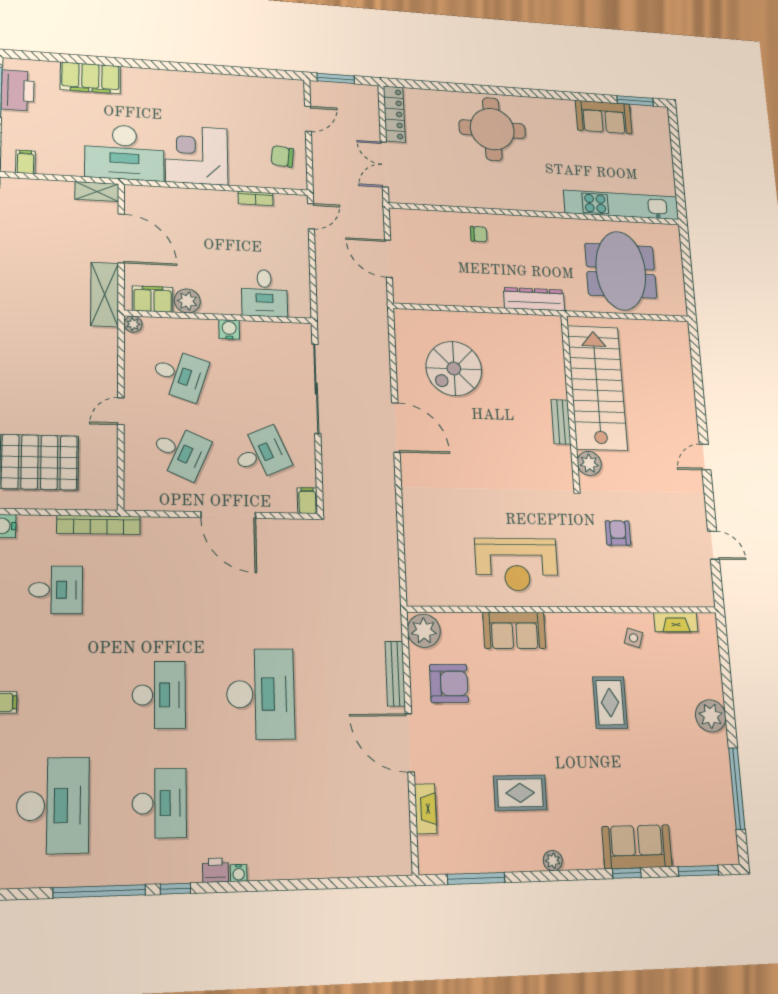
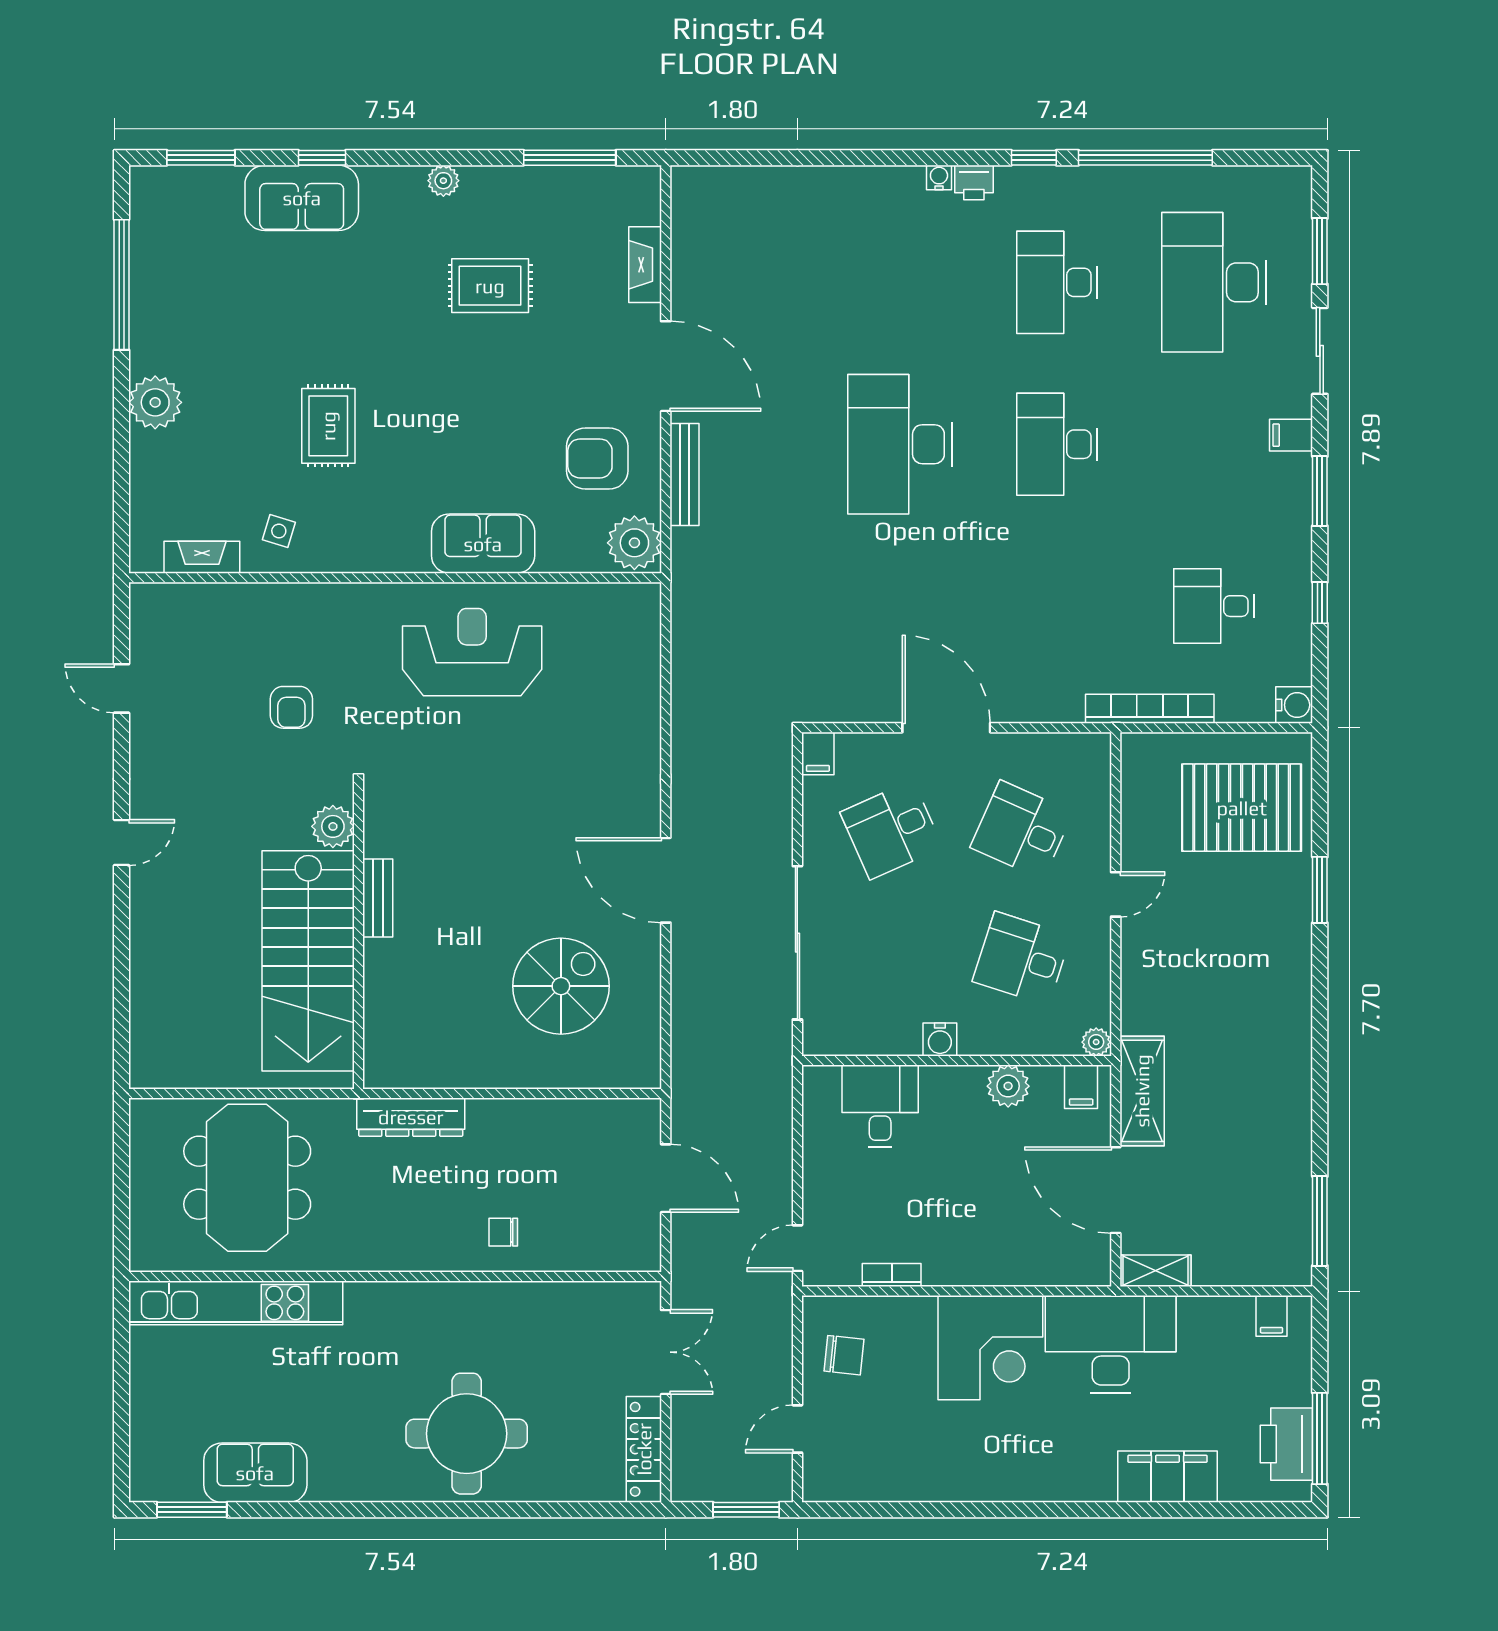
filing cabinet: (153, 299) -> (1081, 1087), width x0.50

